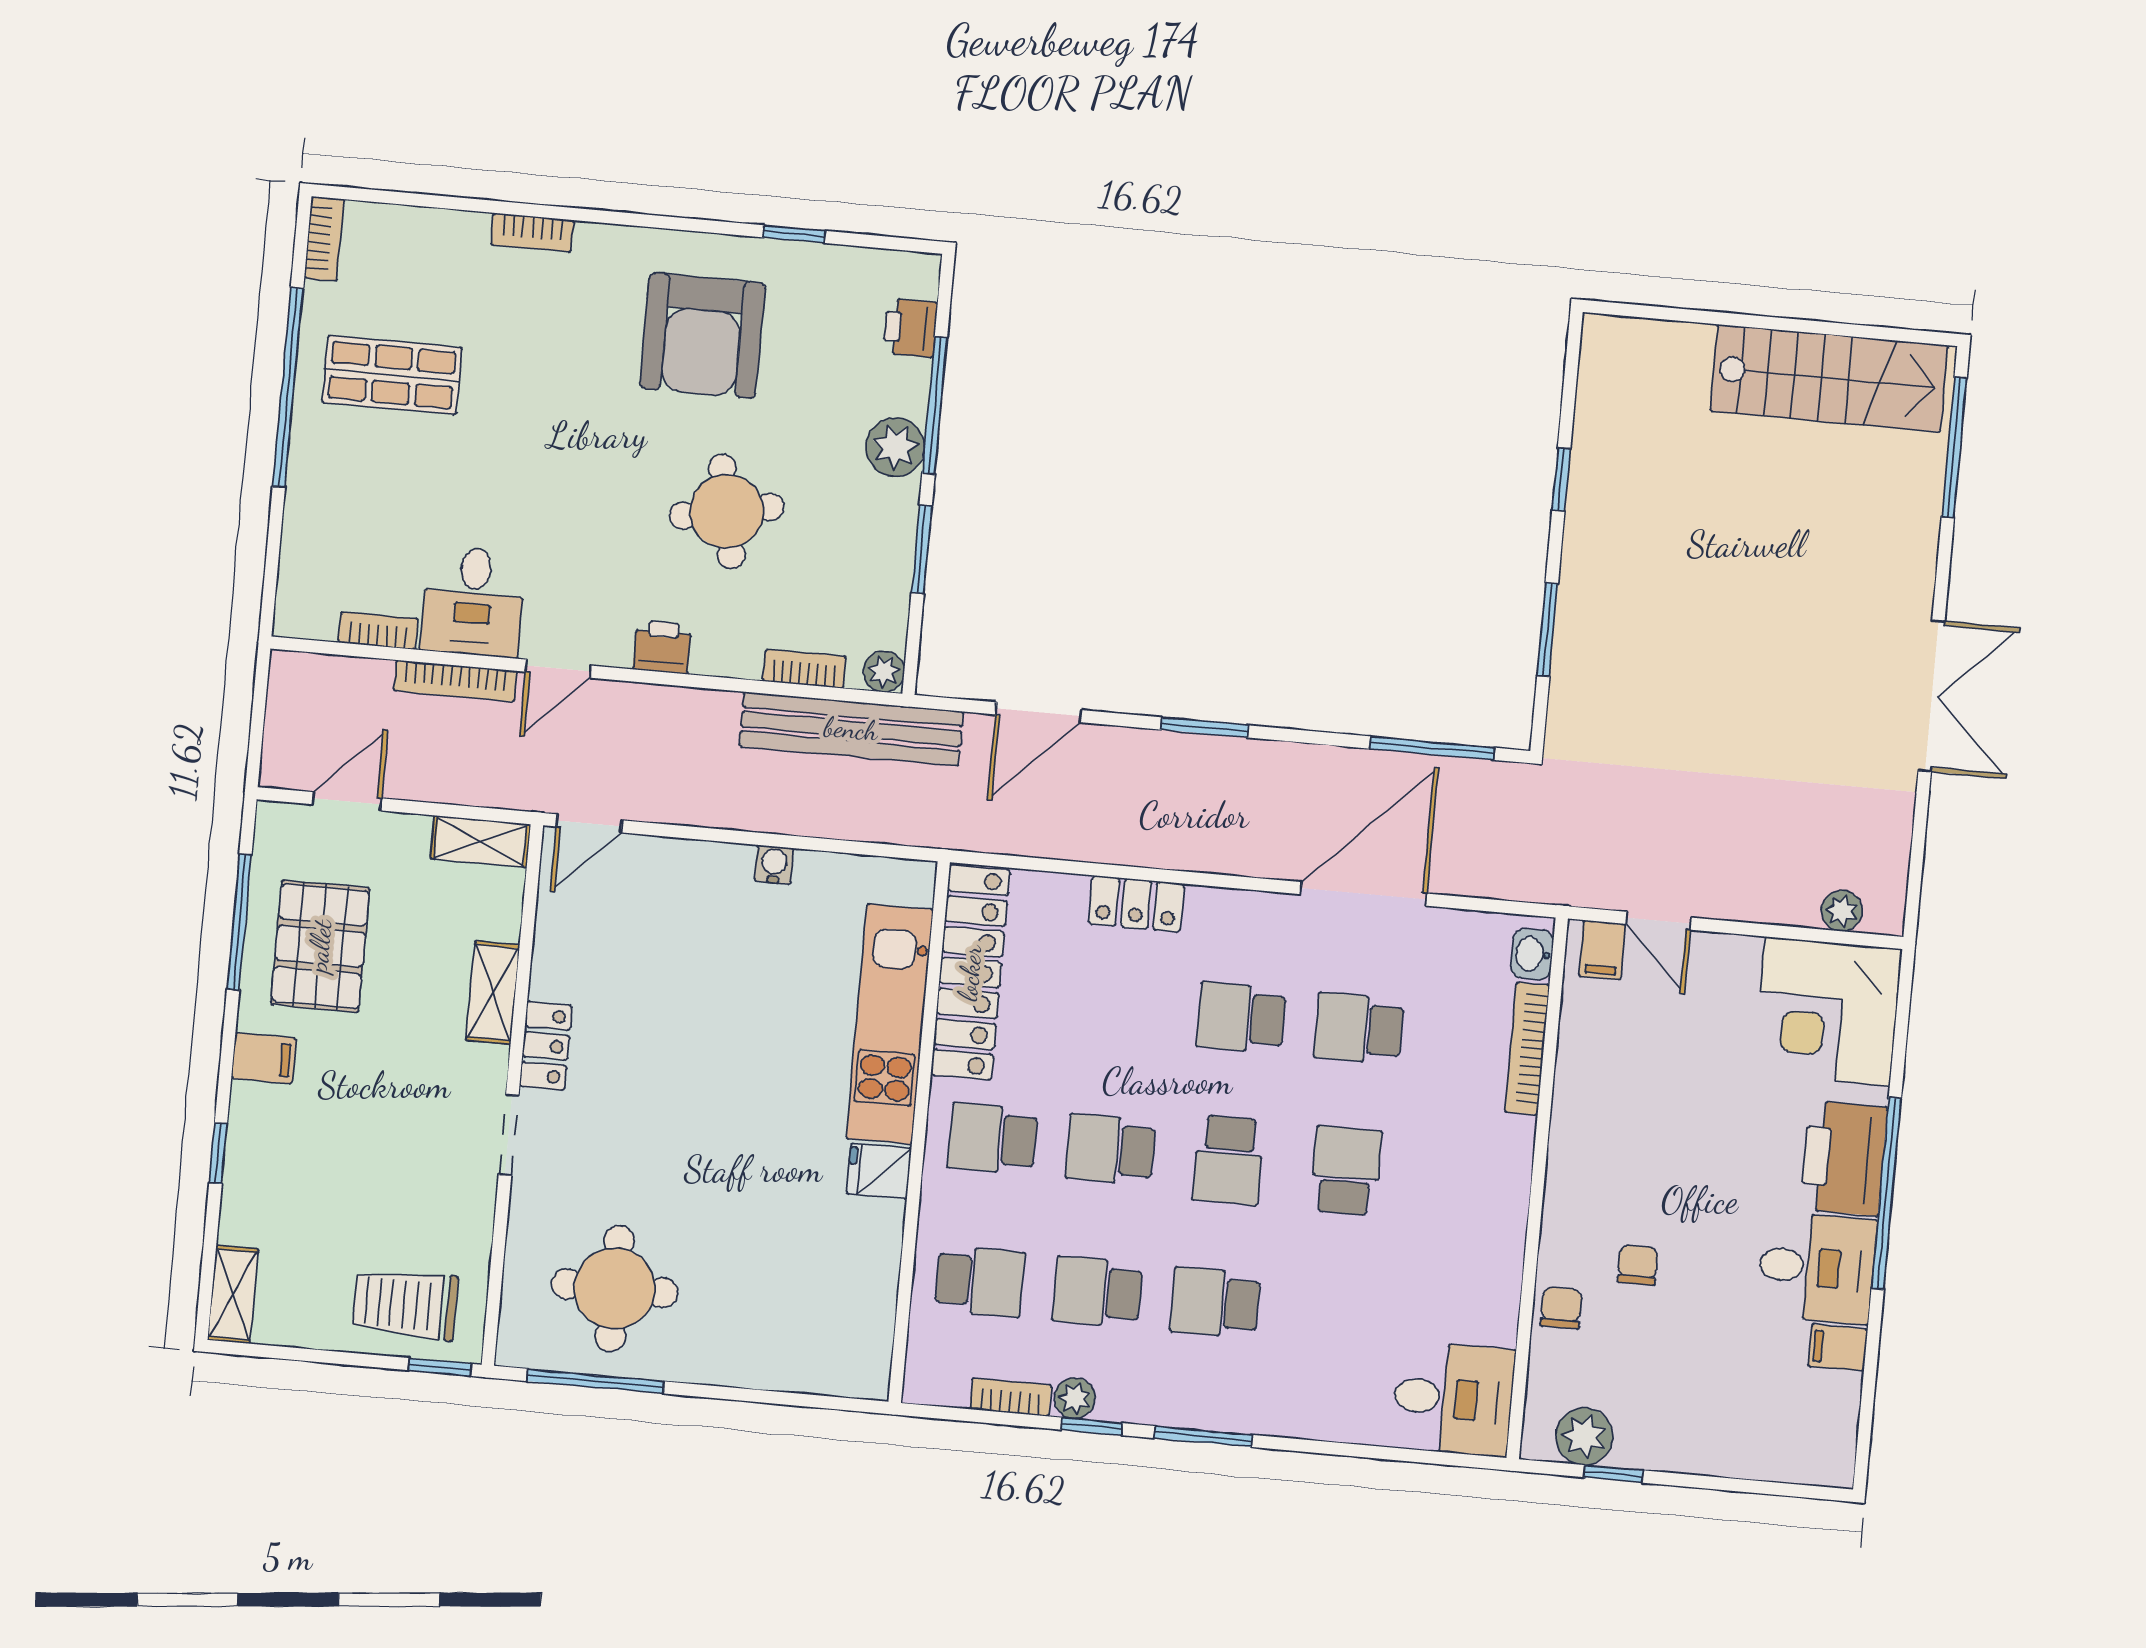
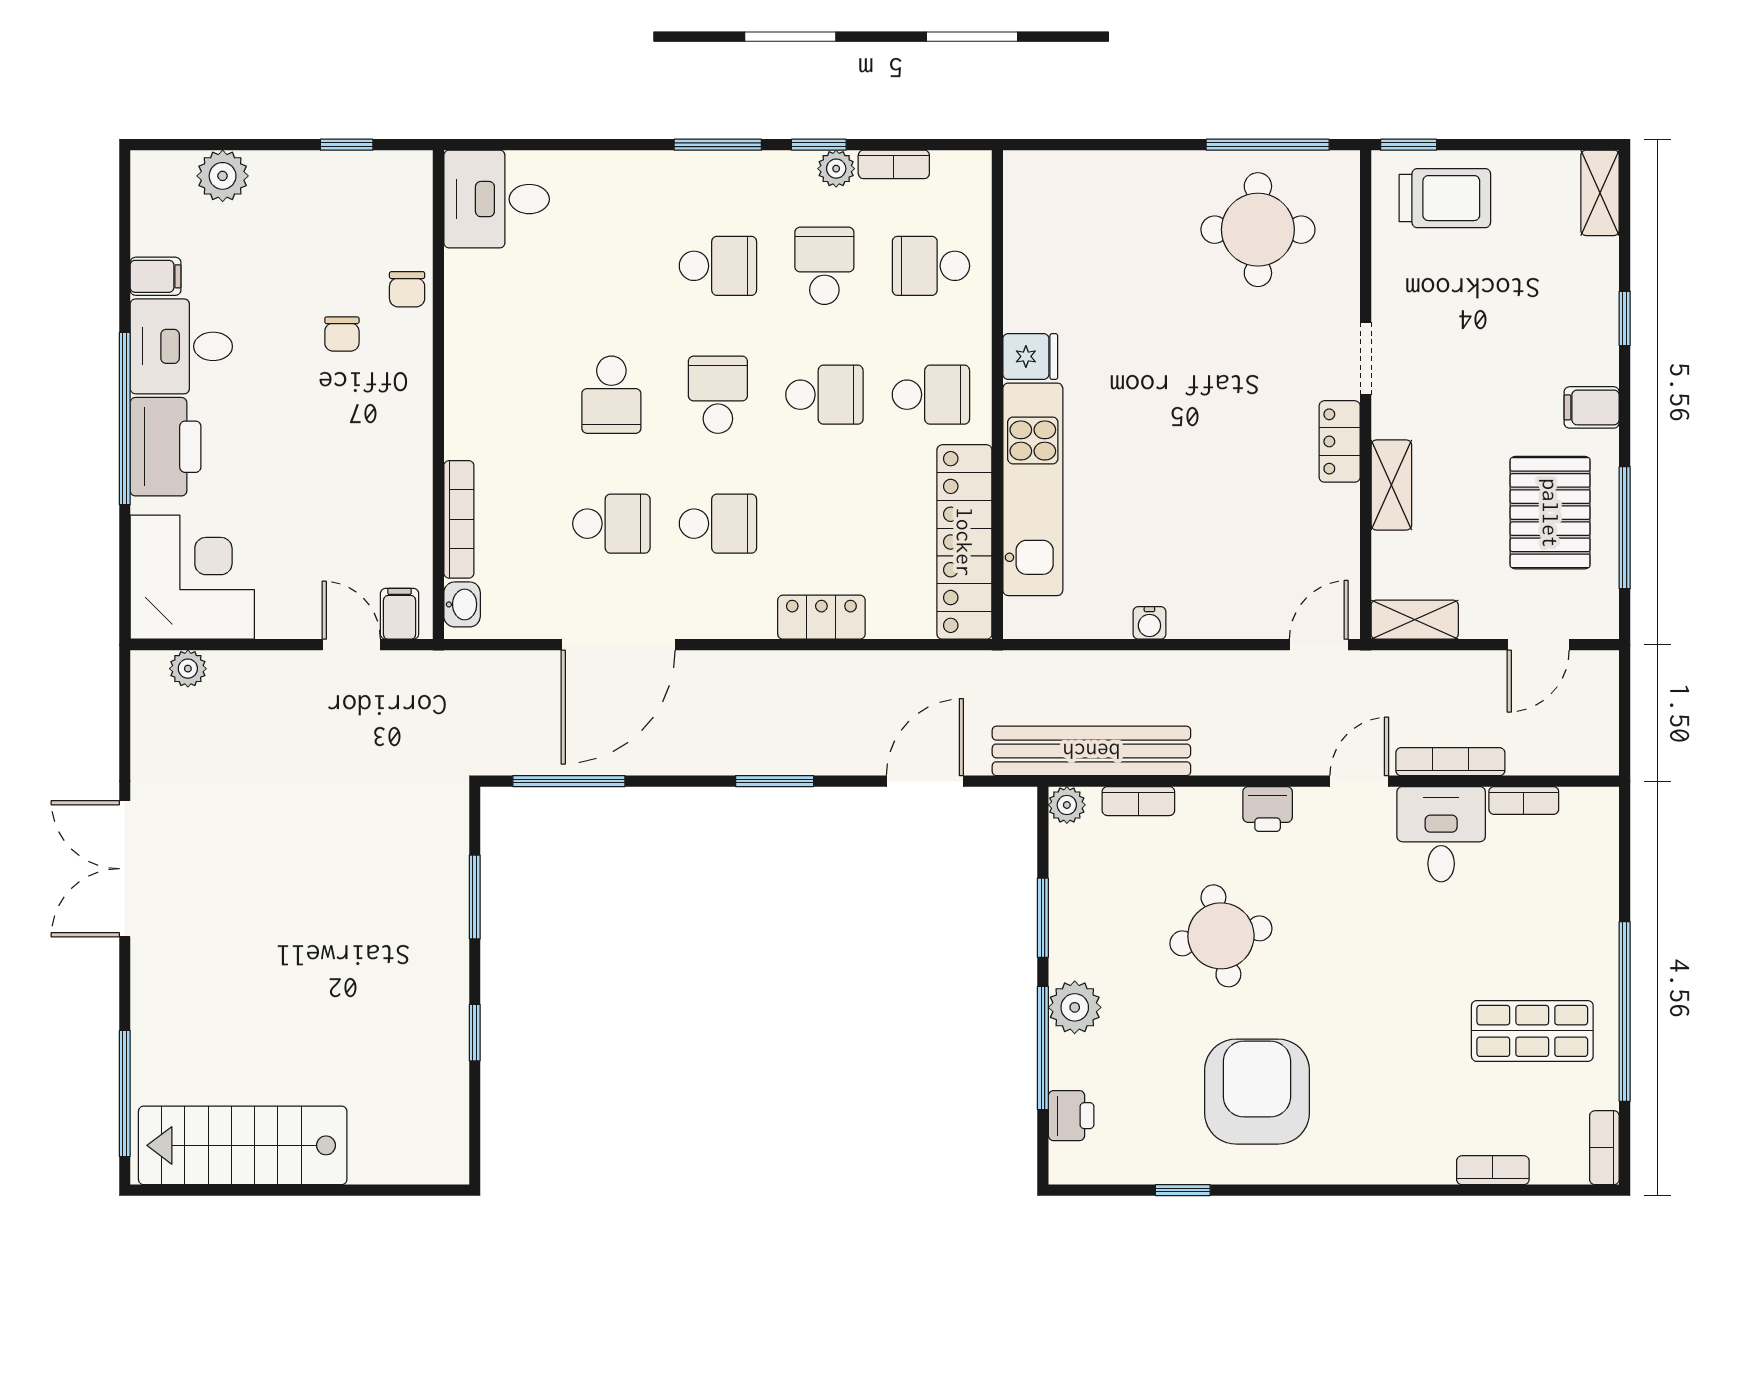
bookcase: (532, 233) -> (1493, 1170), moved
school desk: (1098, 1292) -> (824, 266), turned -90
plant: (1584, 1436) -> (223, 176), moved

